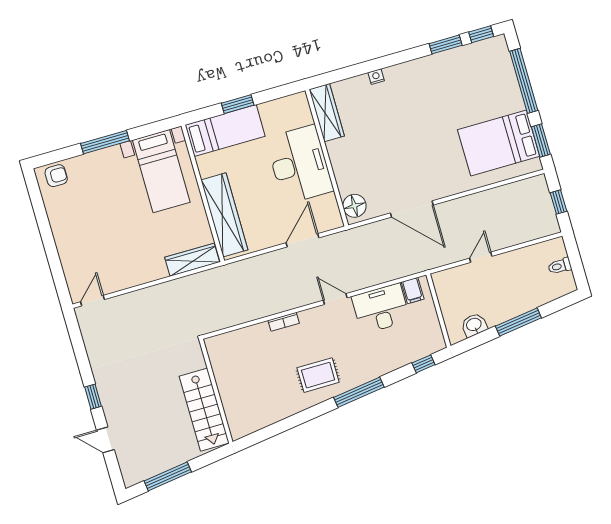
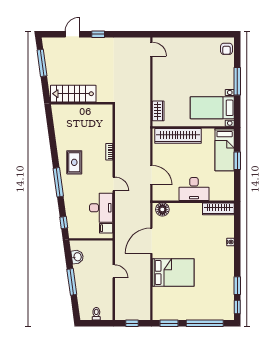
bed: (499, 143) -> (173, 272), moved, turned 90
desk: (299, 165) -> (194, 189), width x0.73, depth x0.77
wardrobe: (192, 260) -> (158, 111), width x0.67
door: (335, 299) -> (114, 184), hinge flipped

